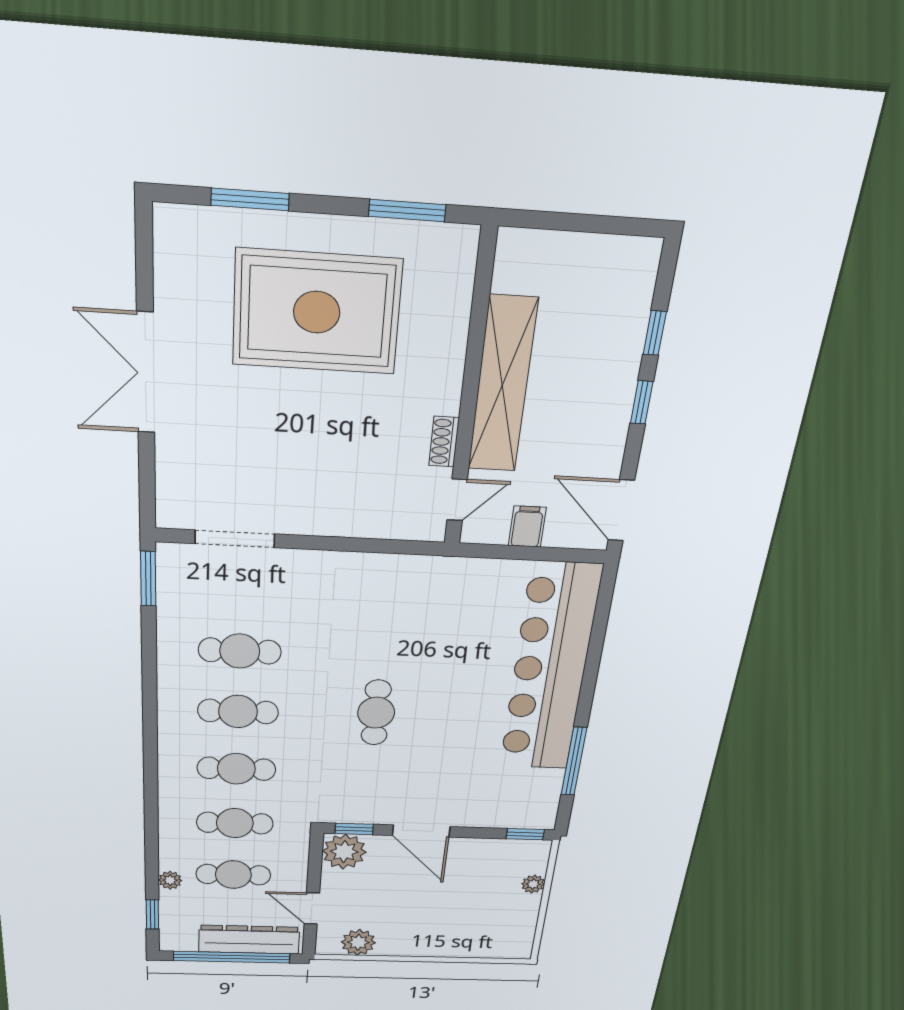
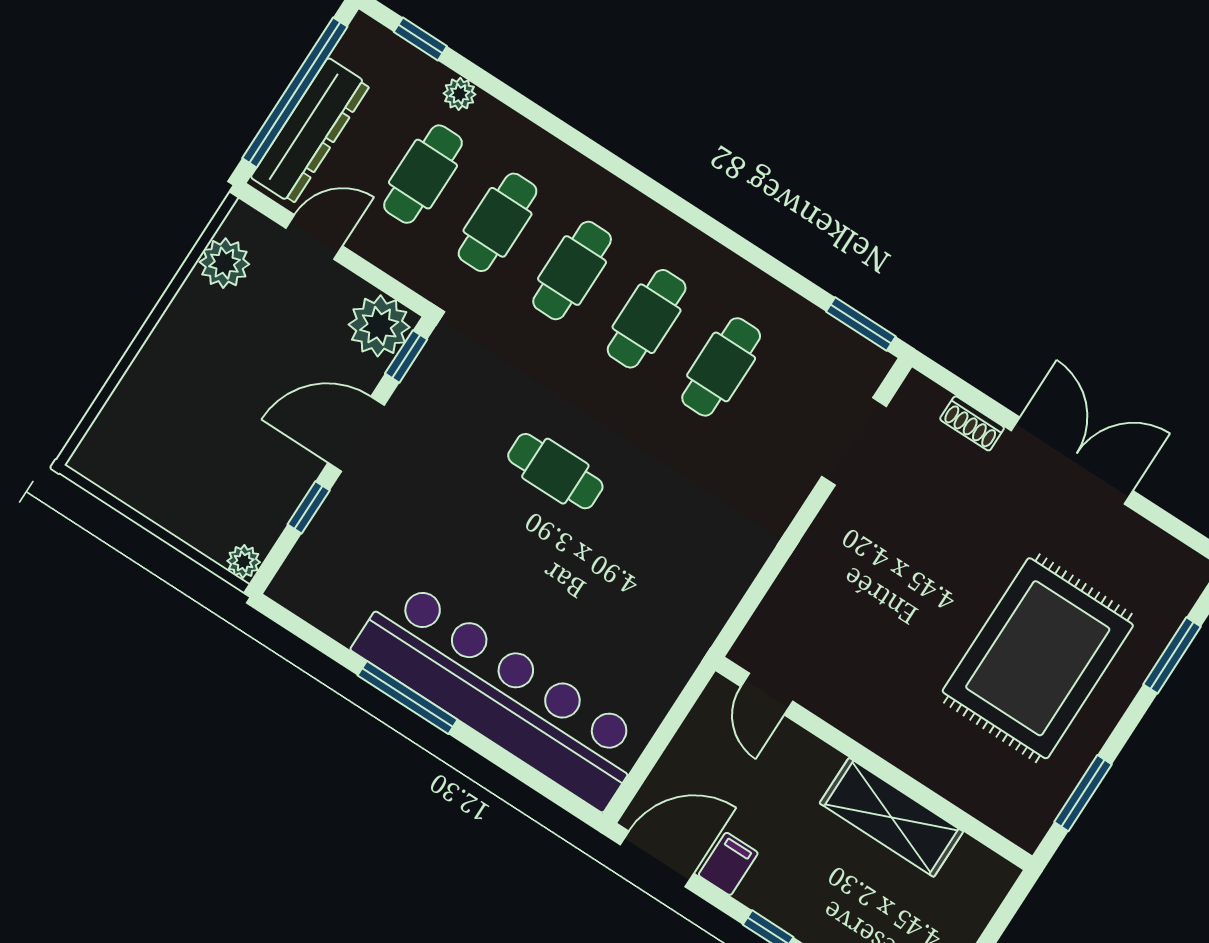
shelving: (502, 385) -> (891, 817), width x0.68
shoe rack: (444, 442) -> (972, 423), moved, turned 180
filing cabinet: (527, 527) -> (728, 864), moved, turned -90
window: (574, 761) -> (408, 698), moved
window: (525, 834) -> (309, 507), moved
plant: (533, 884) -> (244, 562), moved

